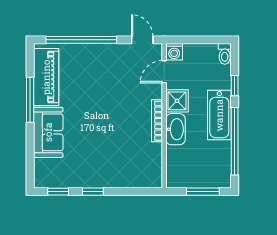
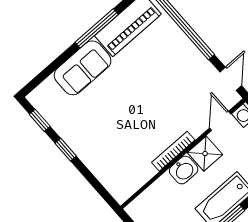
door: (164, 72) -> (220, 121), hinge flipped
washbasin: (175, 129) -> (184, 170), width x0.72

